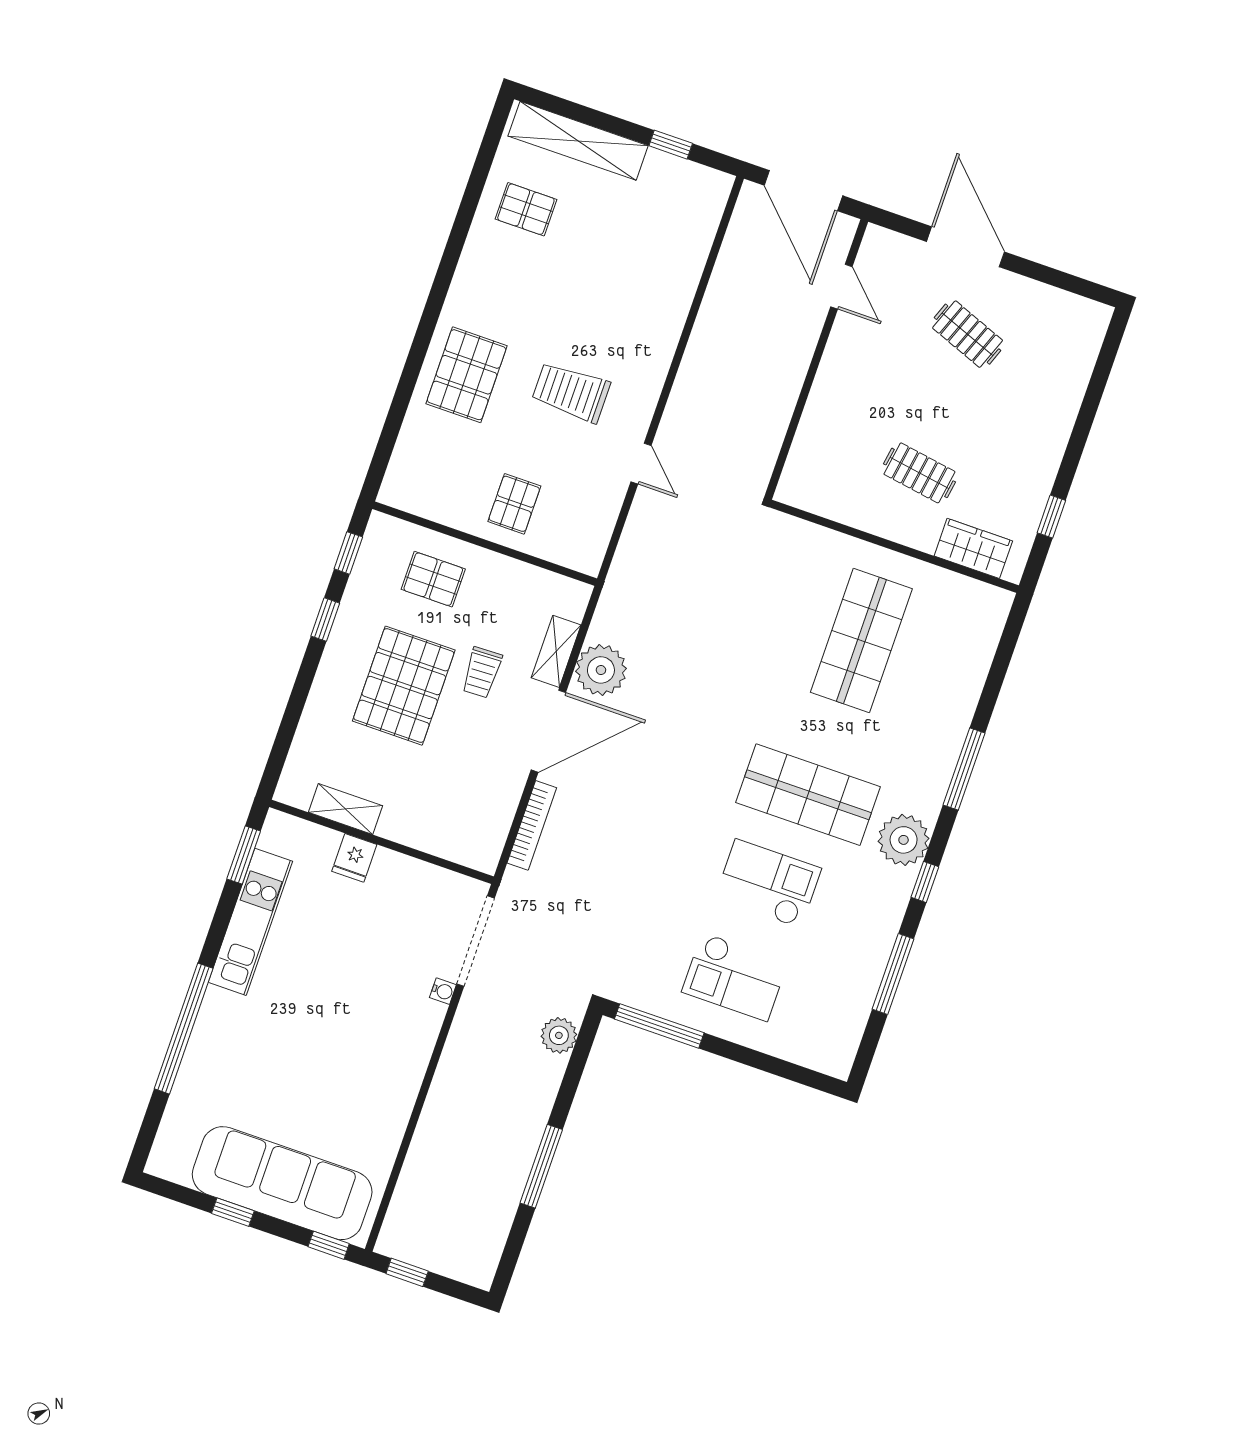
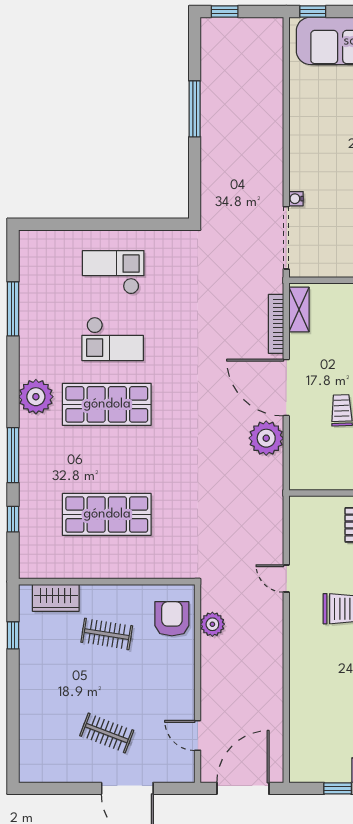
door: (803, 191) -> (243, 788), hinge flipped
armchair: (821, 463) -> (172, 619), added
shop shelf: (861, 640) -> (107, 514), turned 90
shelving: (556, 651) -> (299, 310), moved
door: (548, 731) -> (286, 388), hinge flipped
window: (925, 882) -> (13, 519), moved
window: (659, 1026) -> (151, 224), removed
plant: (559, 1035) -> (212, 624), moved
window: (407, 1272) -> (225, 12), moved

